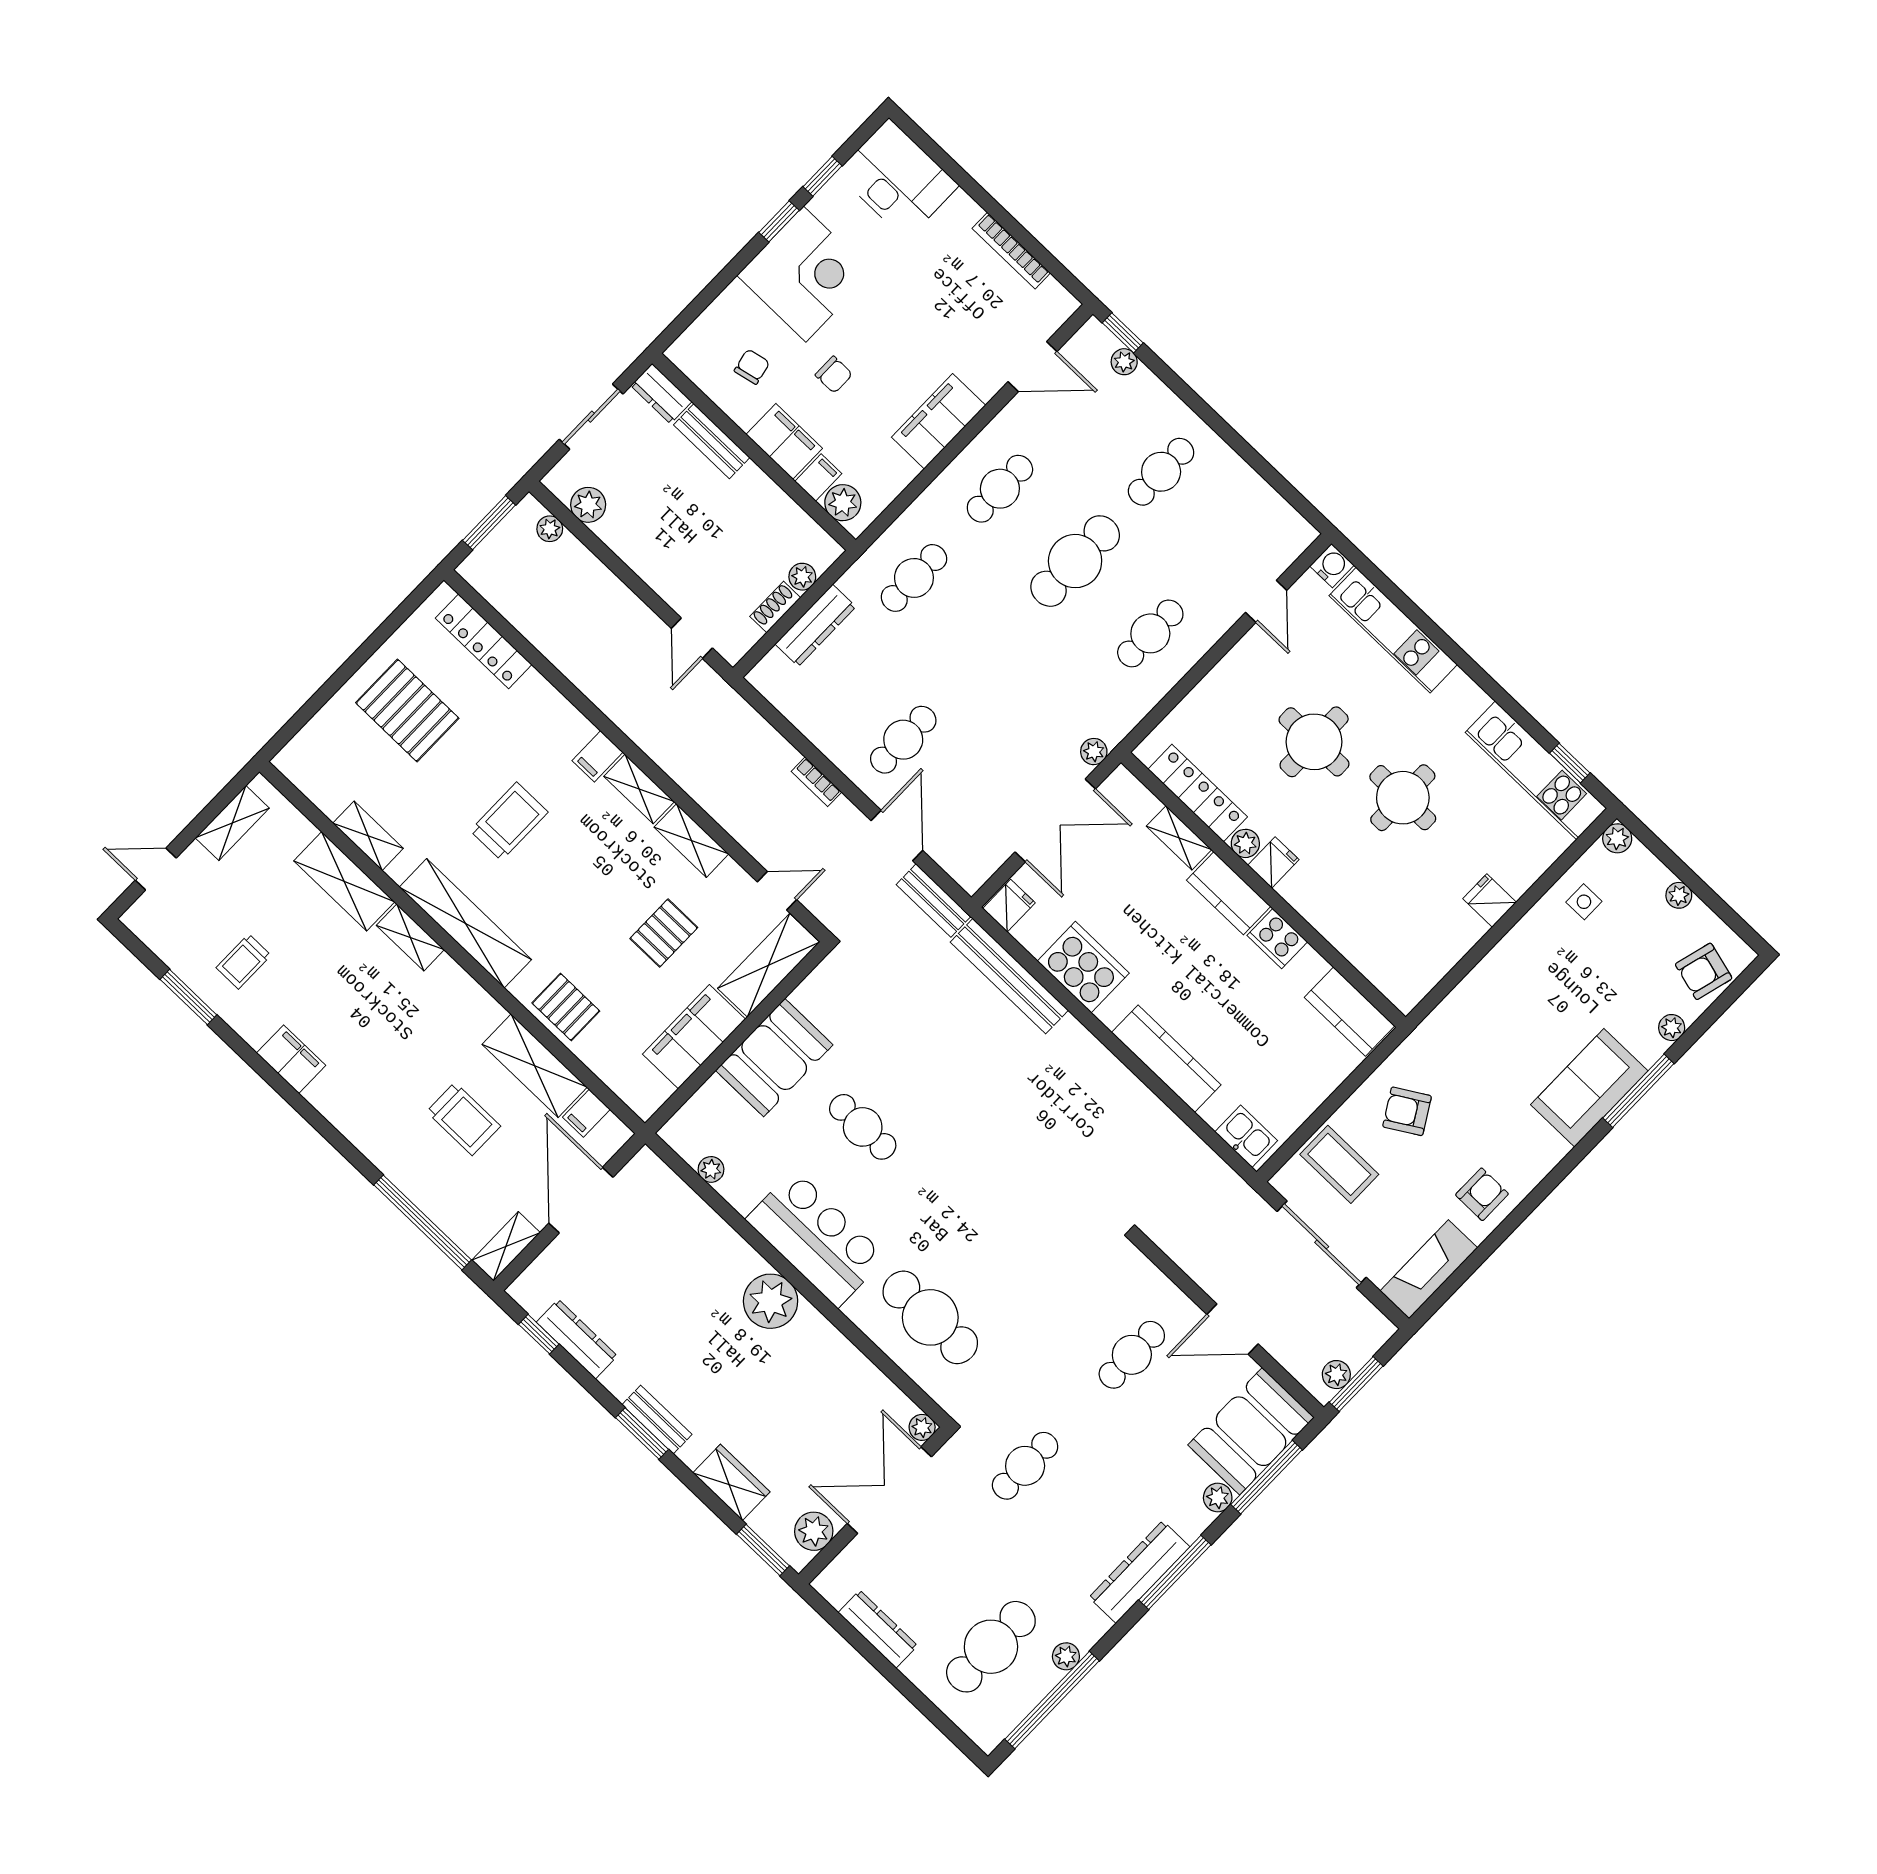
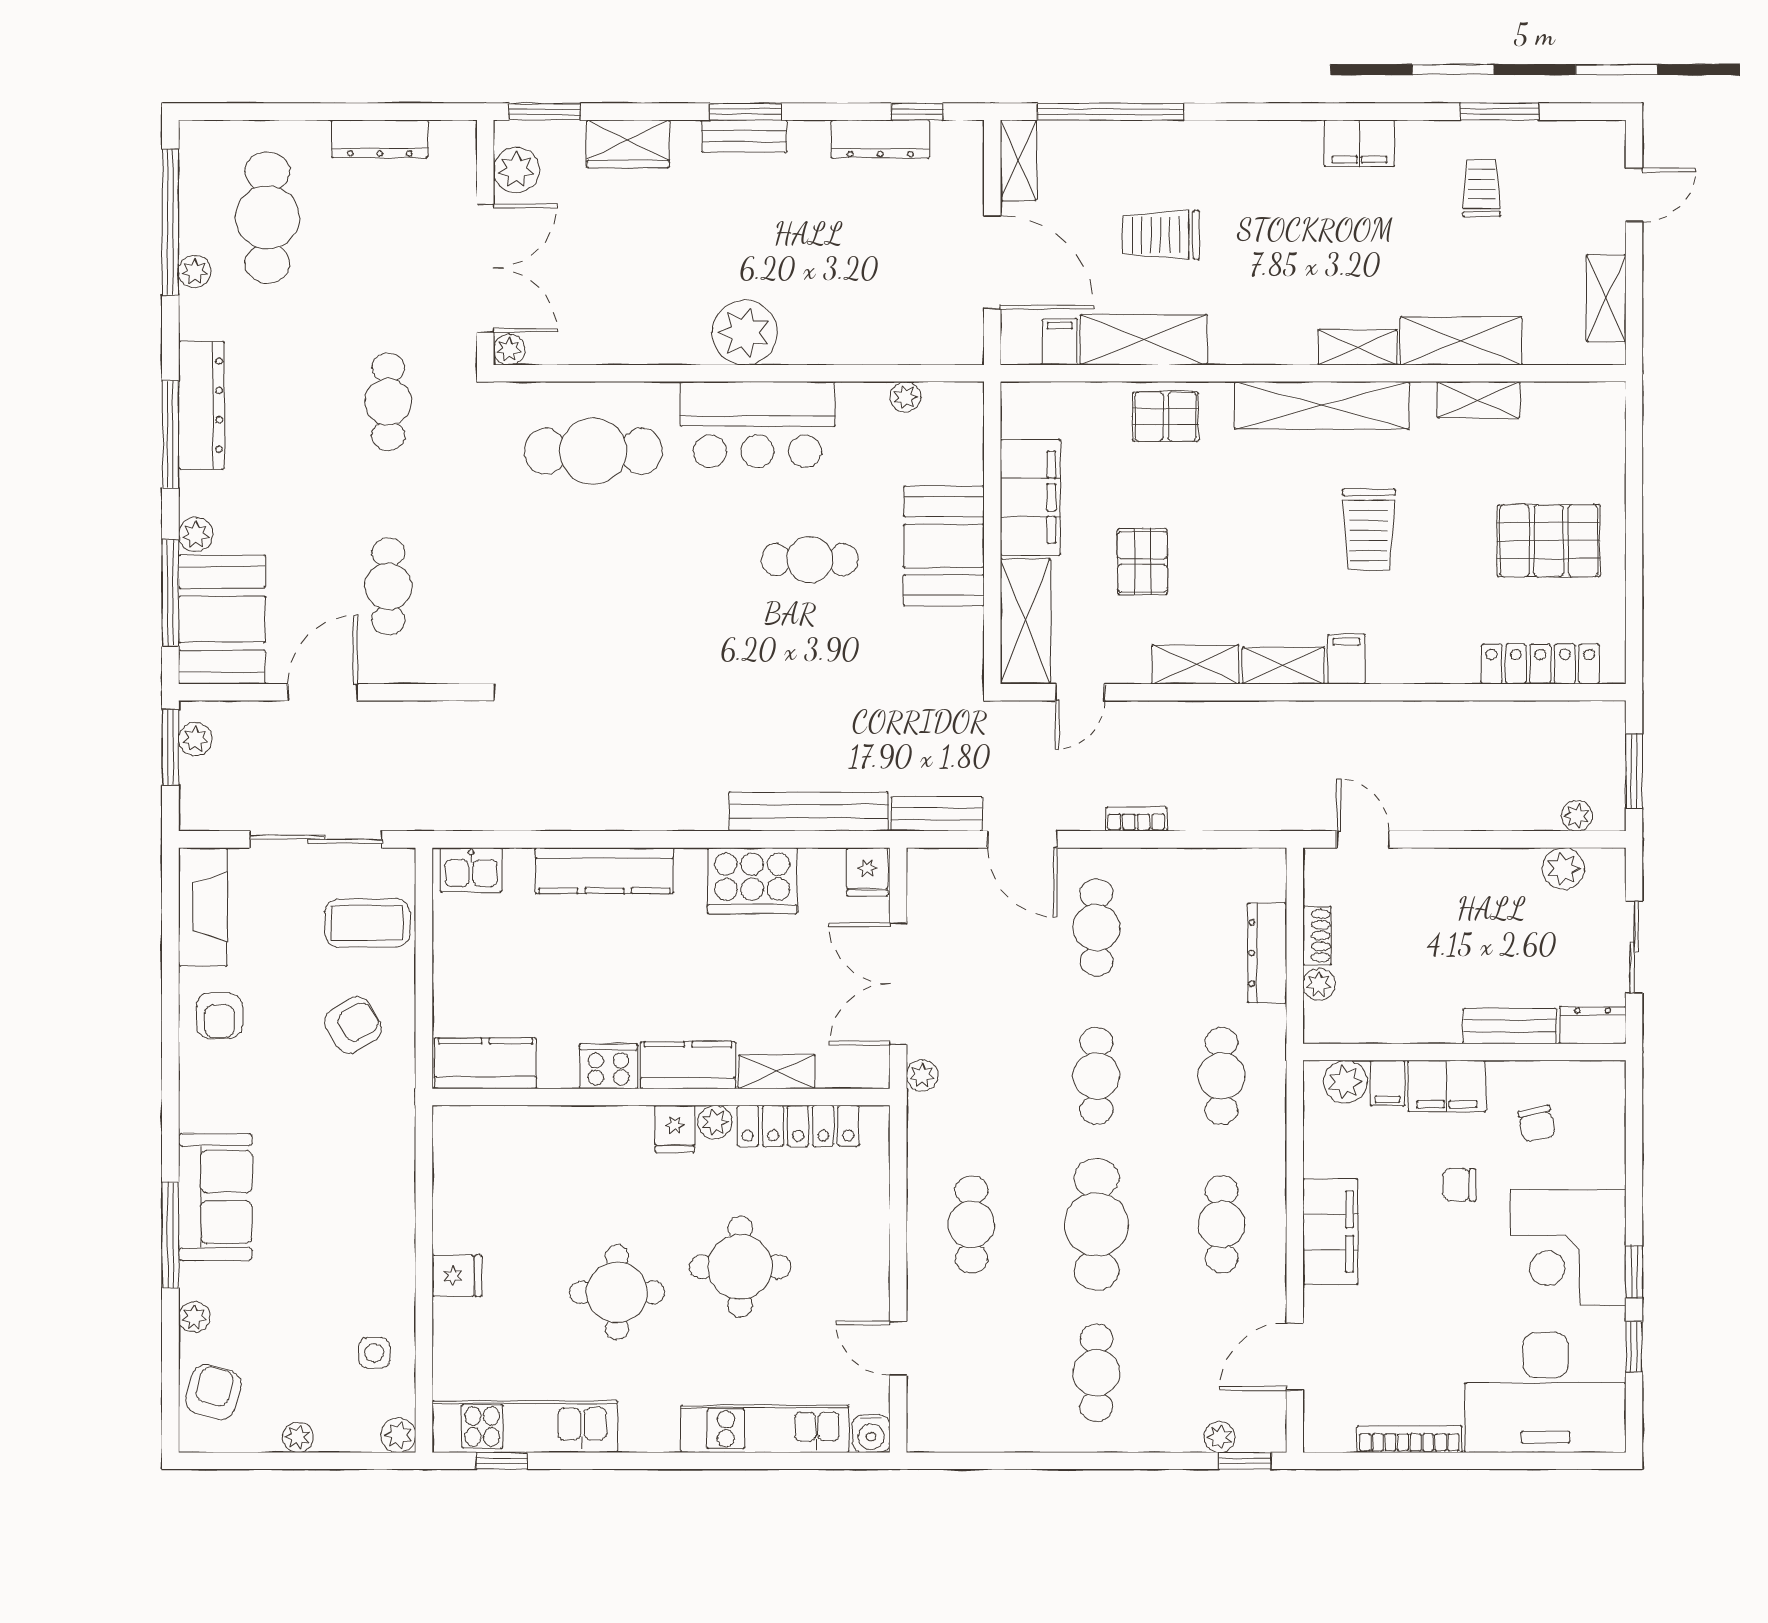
desk: (897, 179) -> (1545, 1392), width x1.36, depth x1.30
cafe table: (989, 650) -> (1096, 1076), added

